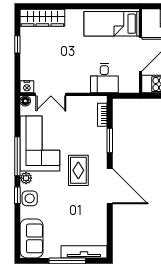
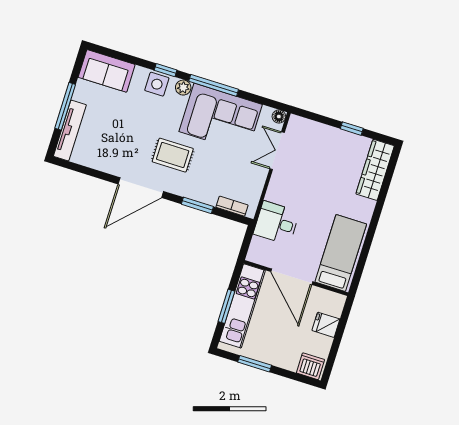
nightstand: (27, 87) -> (296, 124), removed

